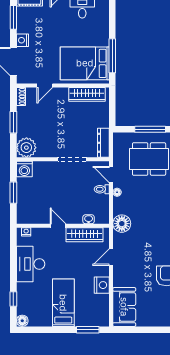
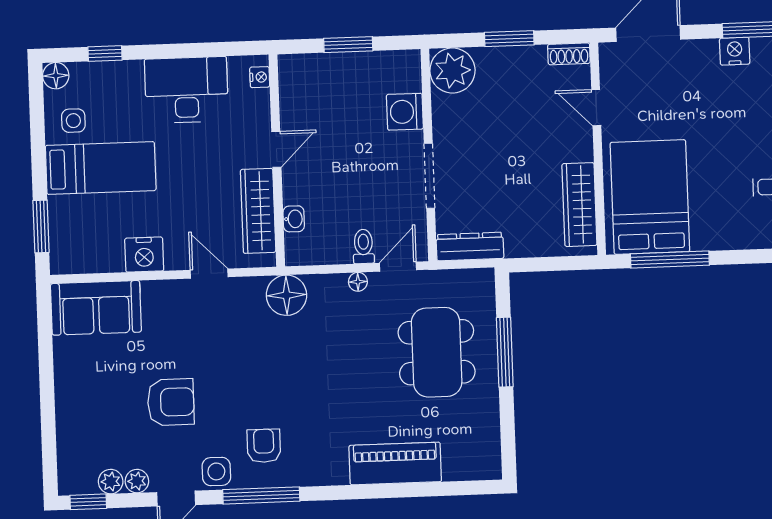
nightstand: (22, 40) -> (735, 51), moved
washing machine: (24, 169) -> (405, 112), moved
side table: (42, 314) -> (73, 121), added

